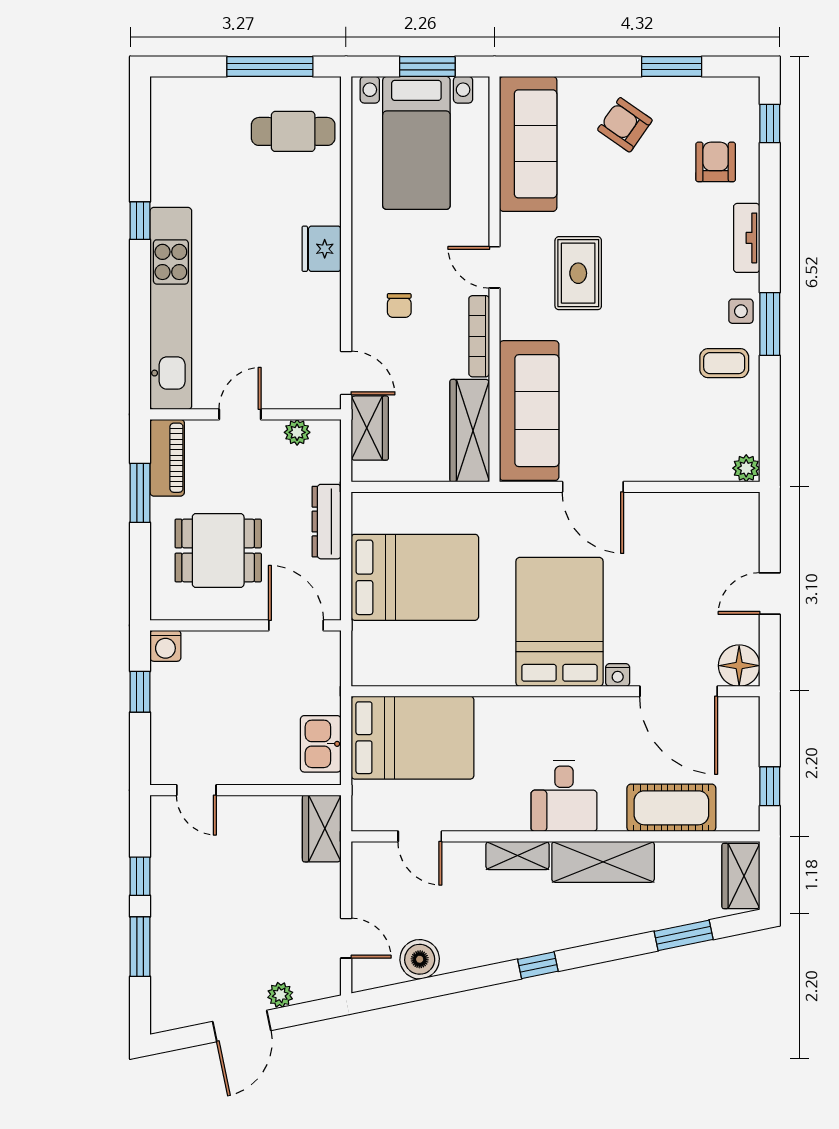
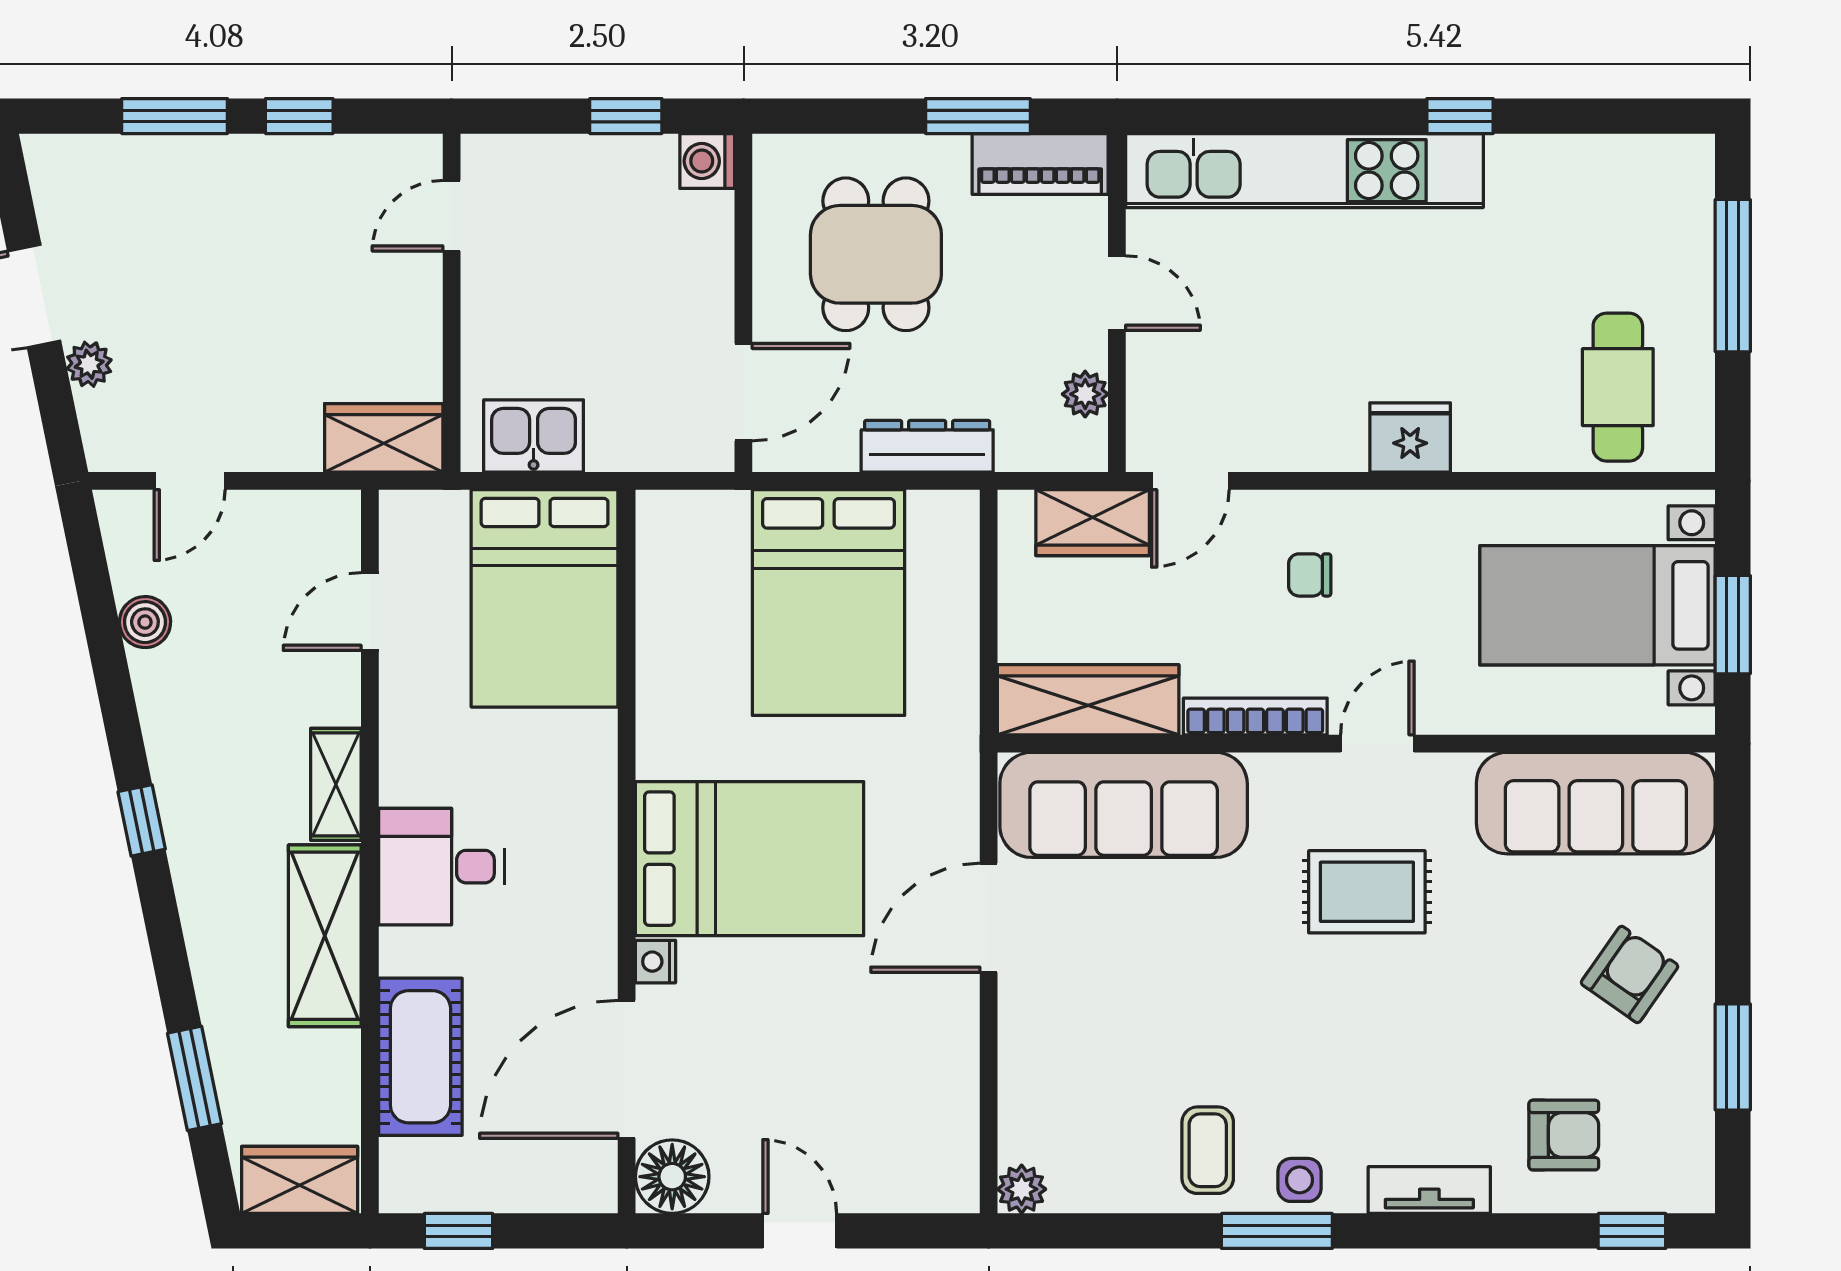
window: (270, 67) -> (1733, 276), moved
boiler: (420, 959) -> (145, 622), width x0.73, depth x0.73

